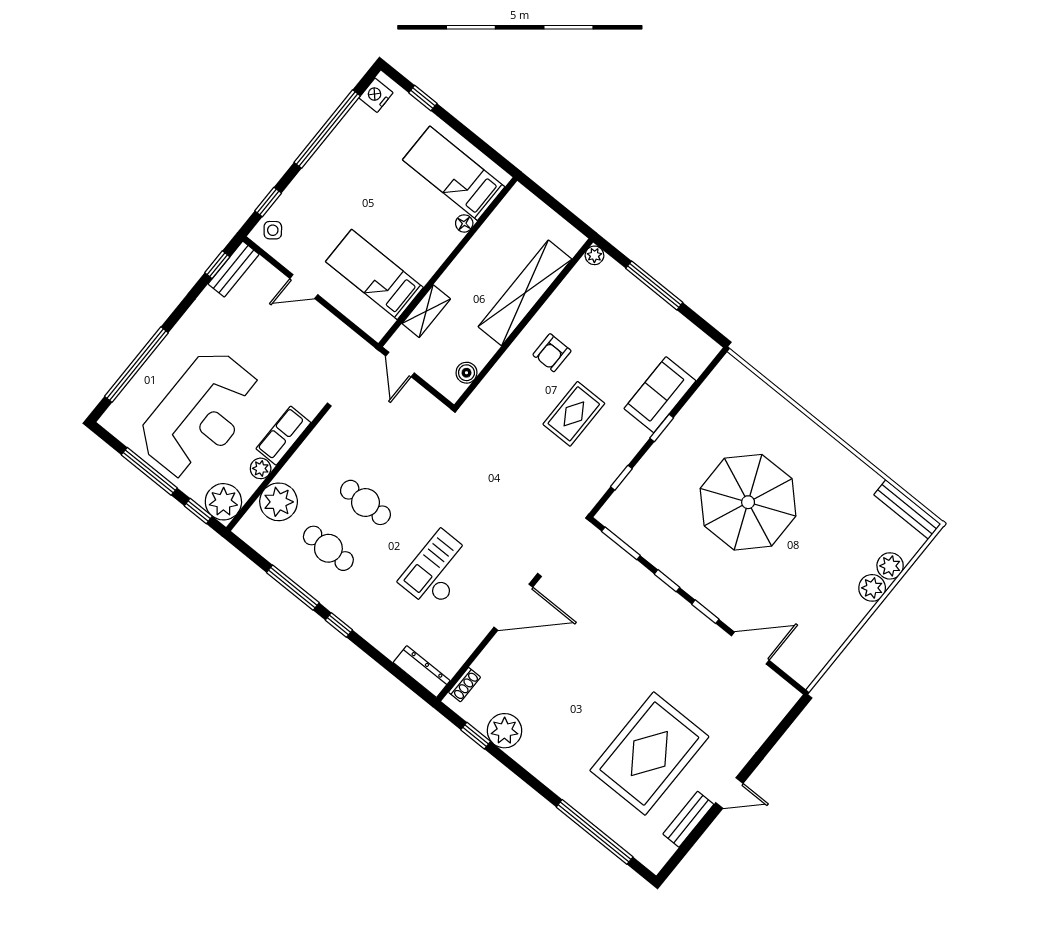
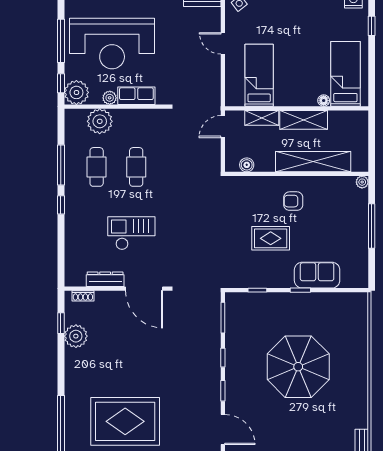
shelving: (468, 265) -> (304, 120), added
dresser: (422, 672) -> (105, 279), moved, turned -90

